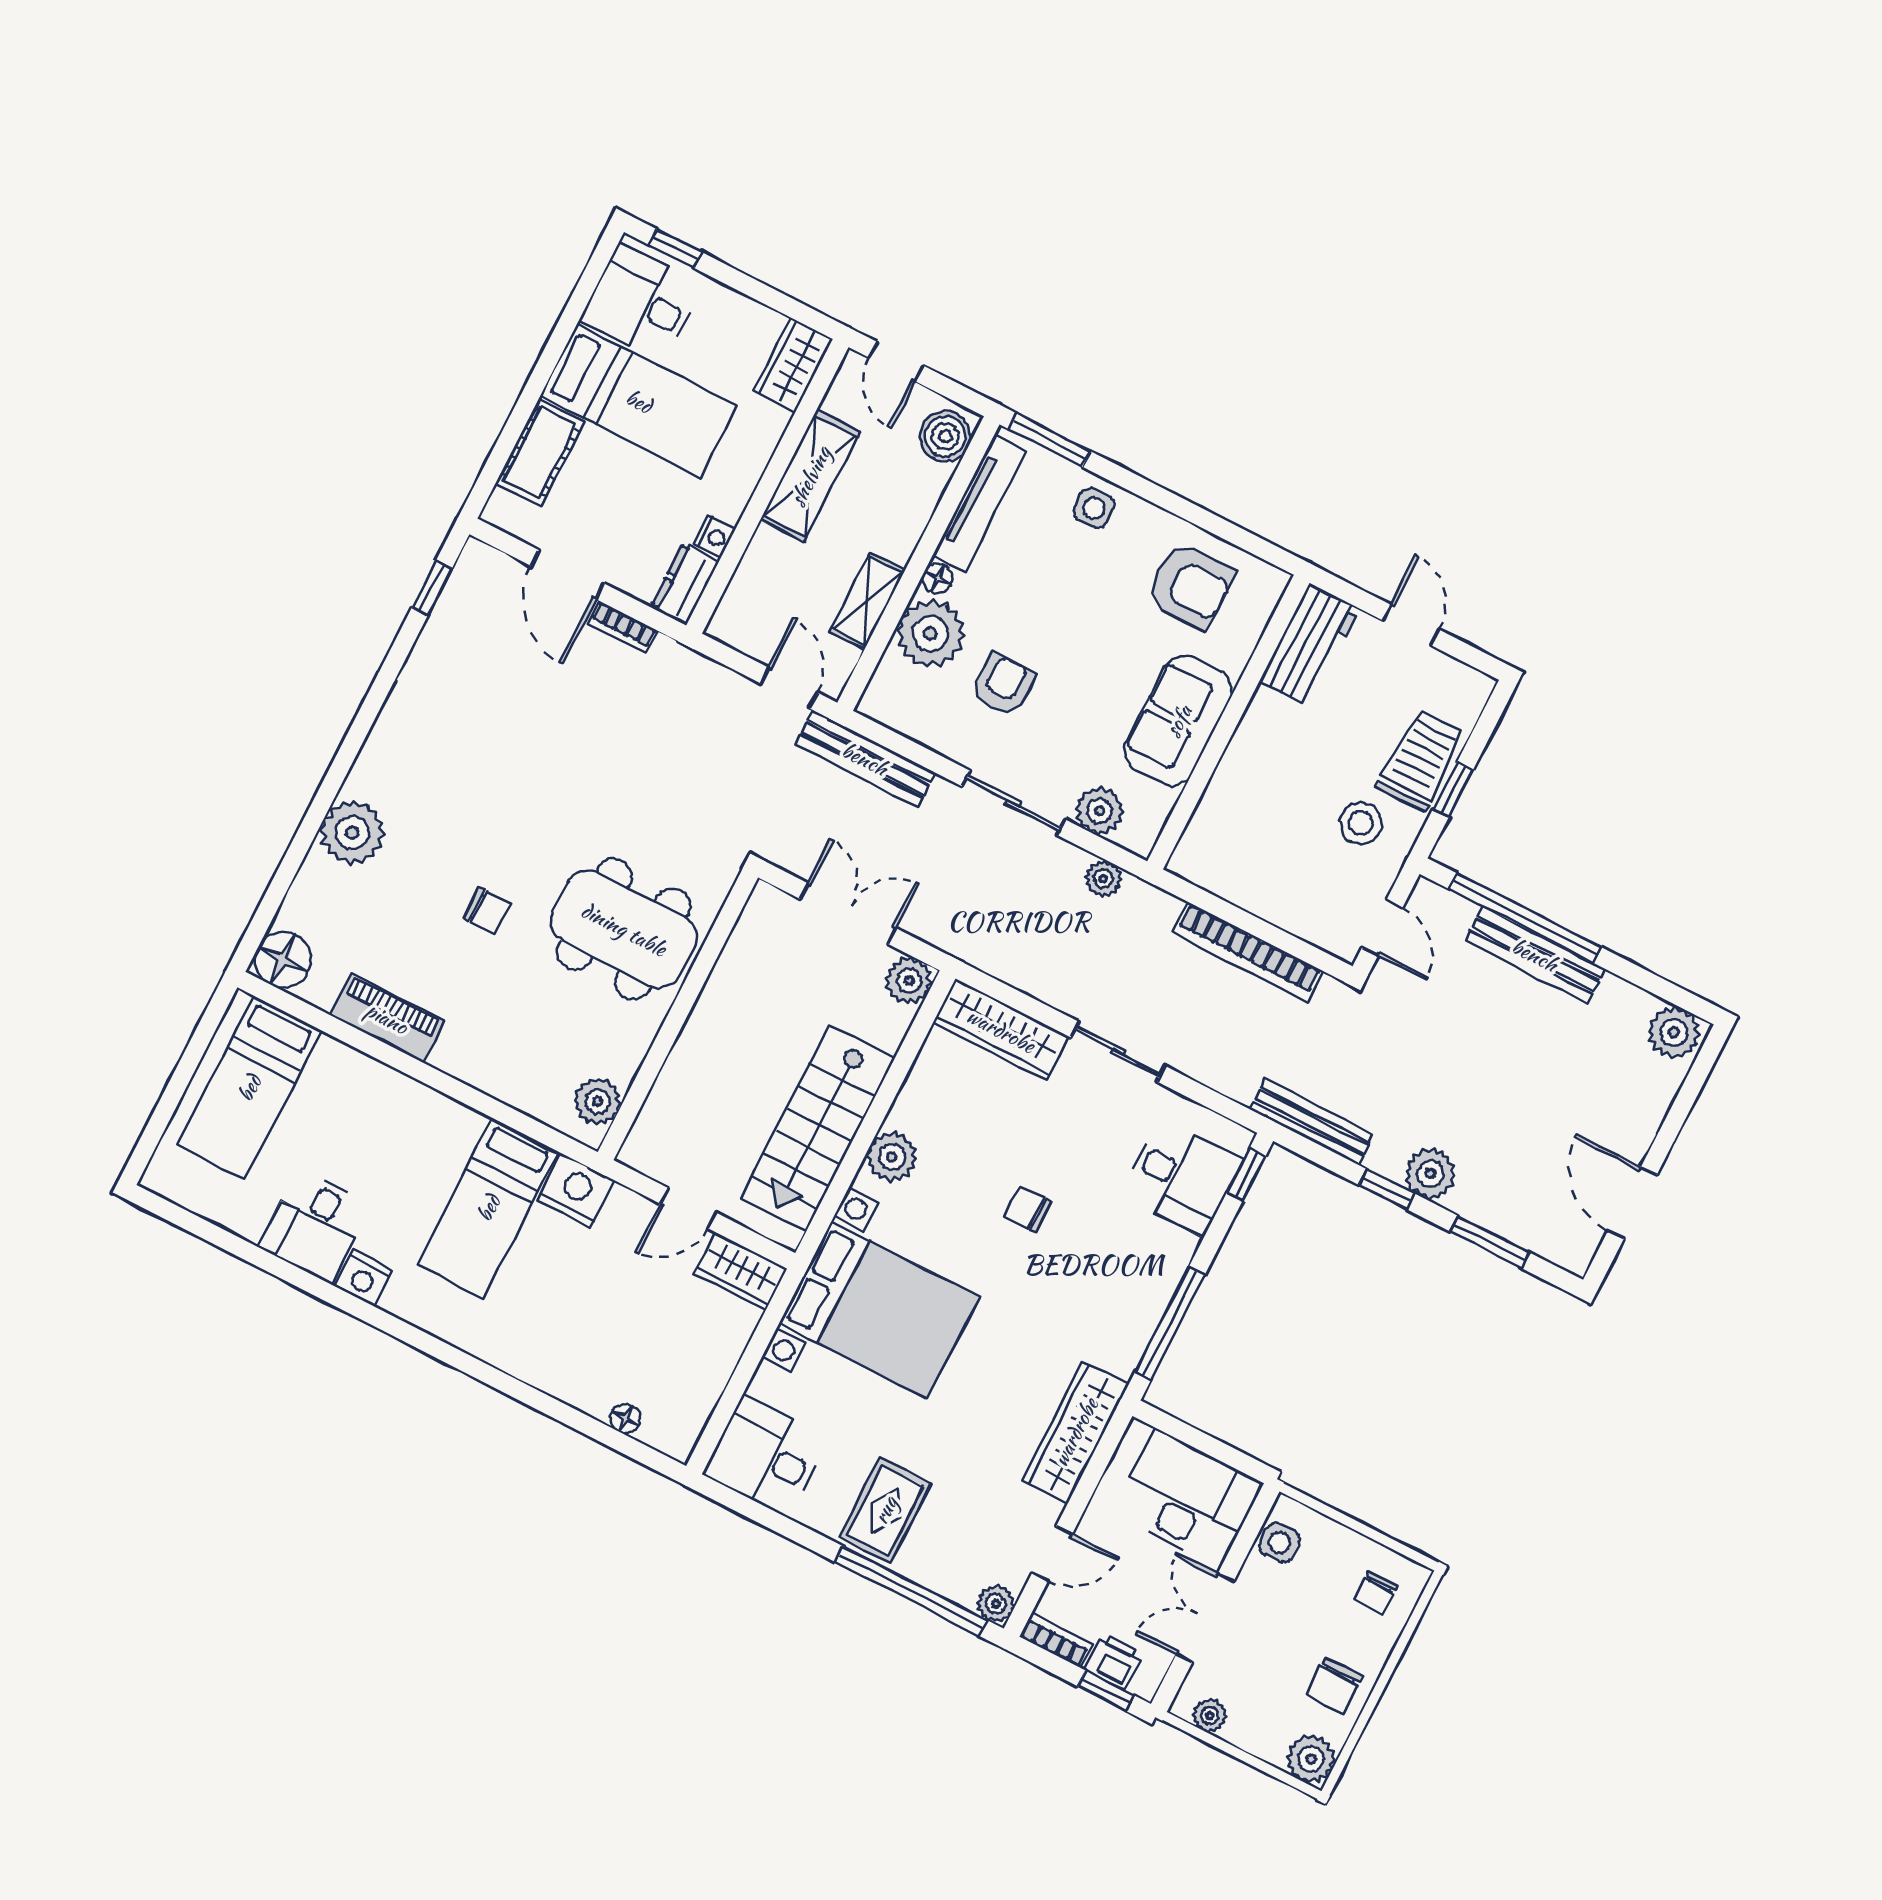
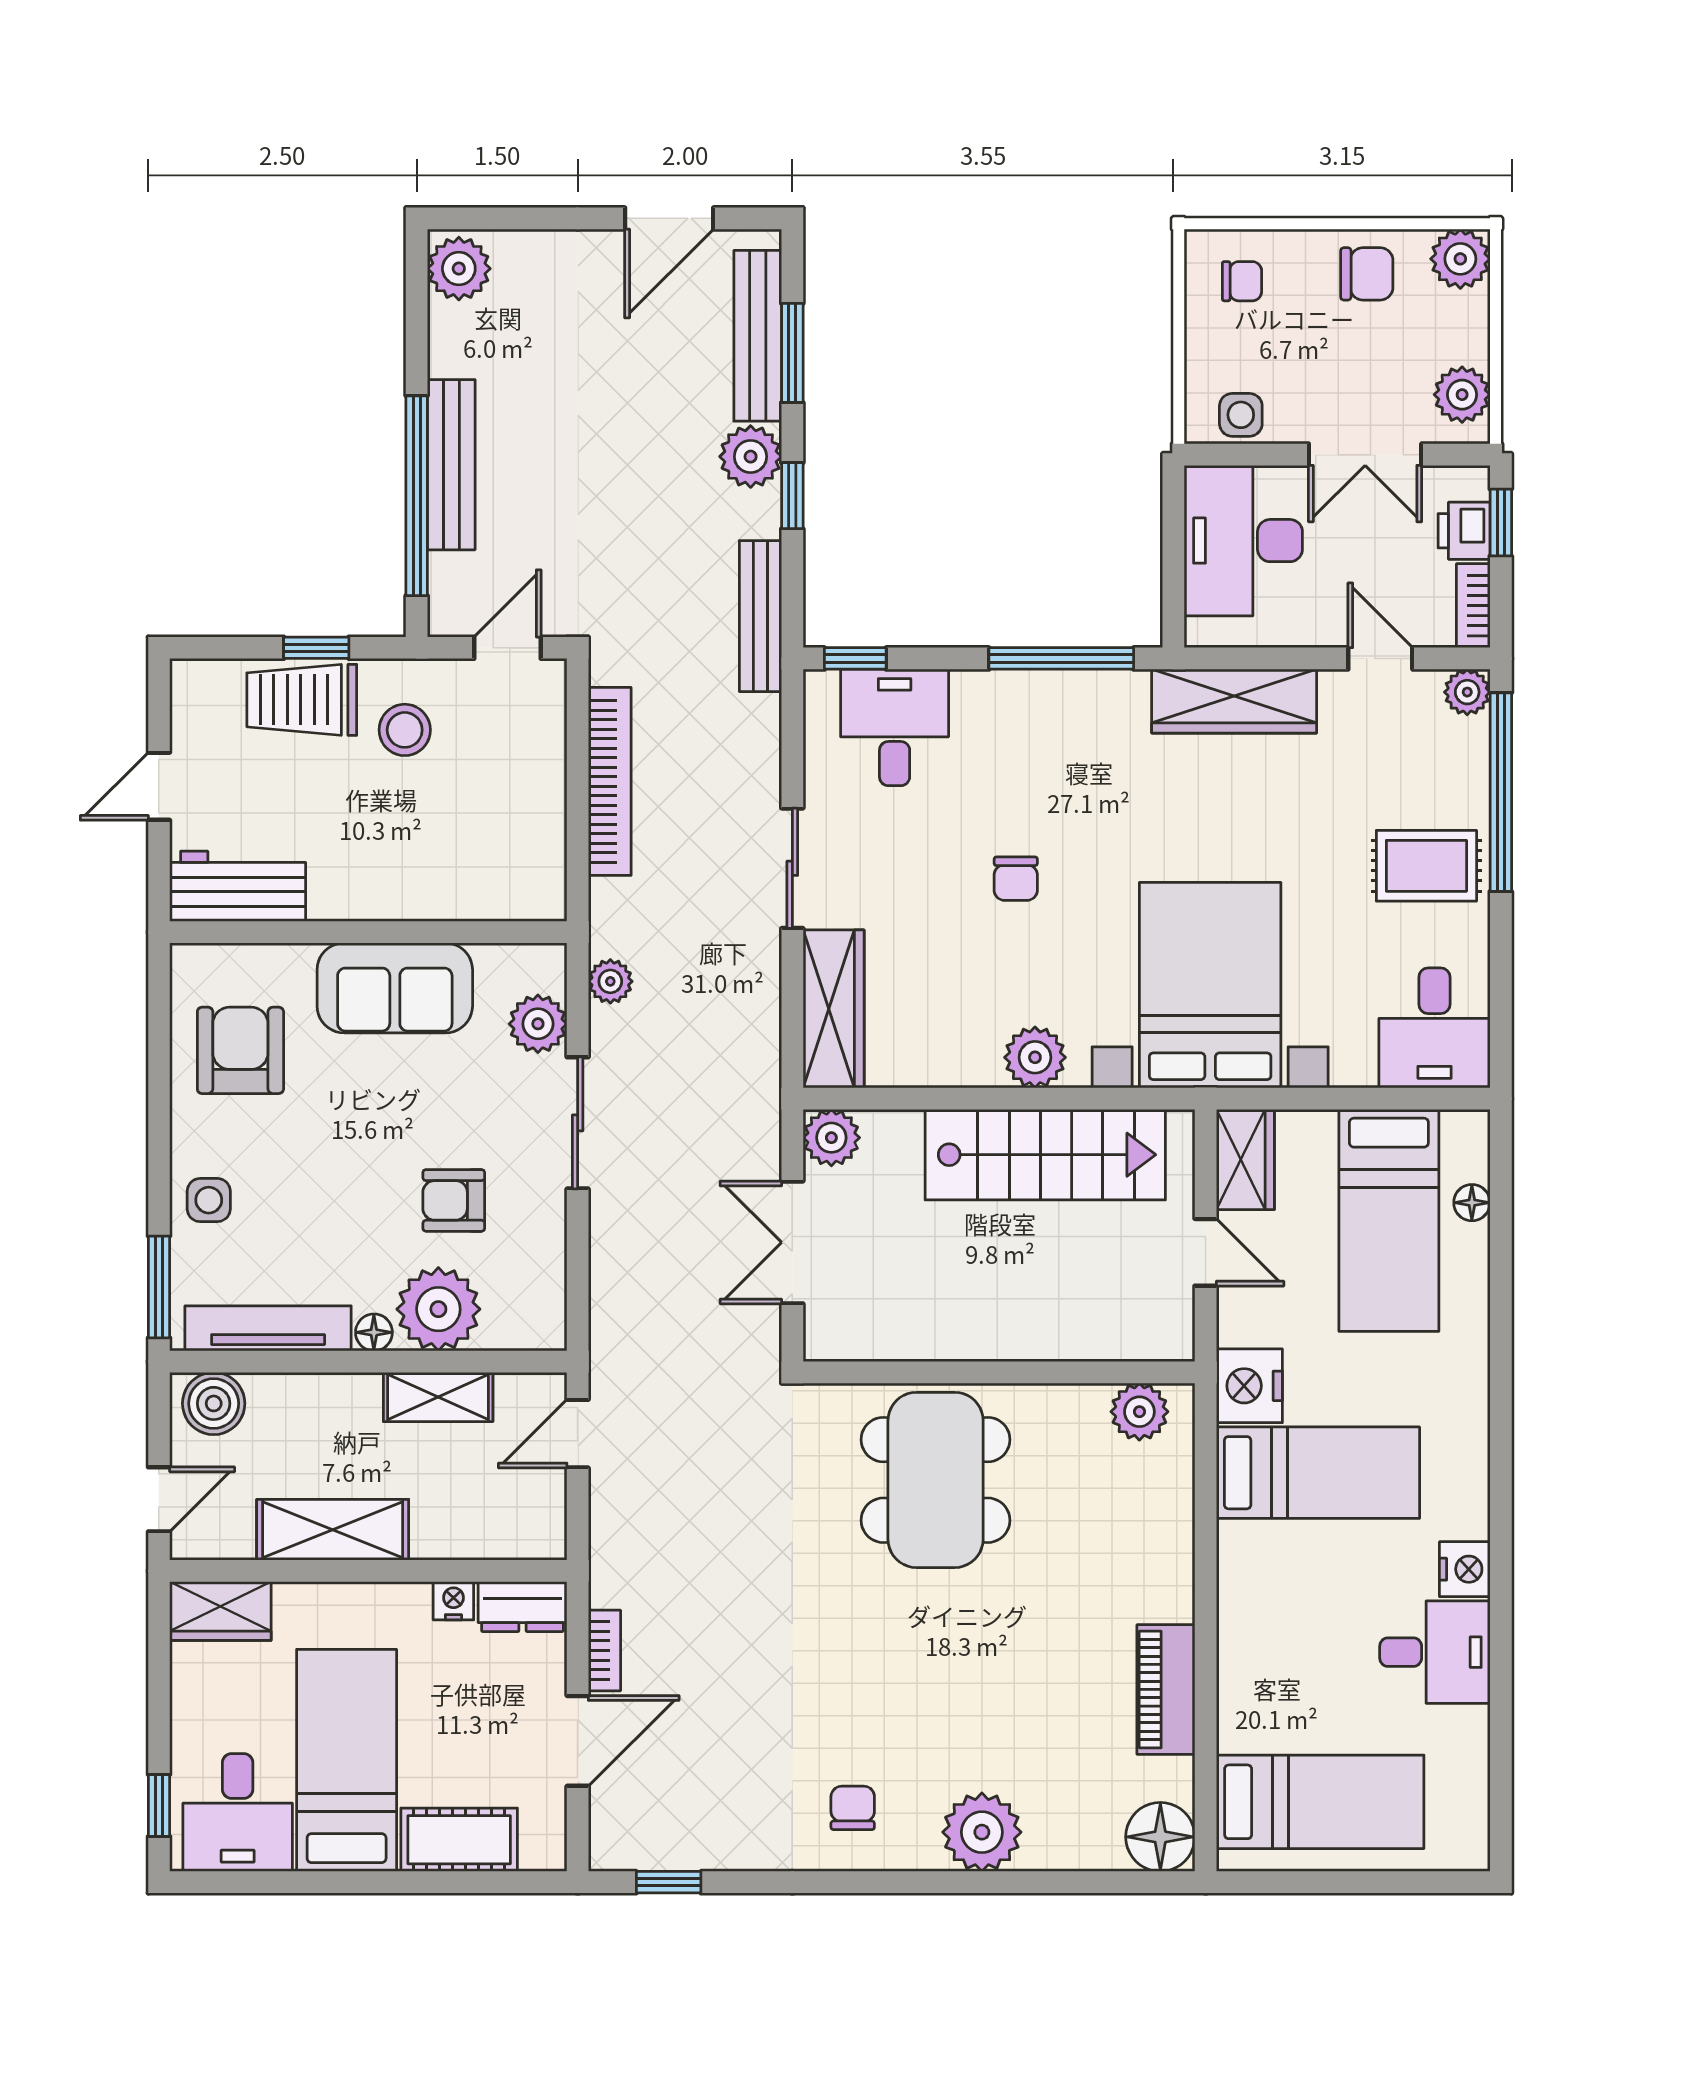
bench: (865, 759) -> (758, 336), moved
chair: (487, 911) -> (853, 1808), moved
bed: (643, 1352) -> (1389, 1220), added
plant: (1210, 1715) -> (1462, 395), width x1.38, depth x1.38

